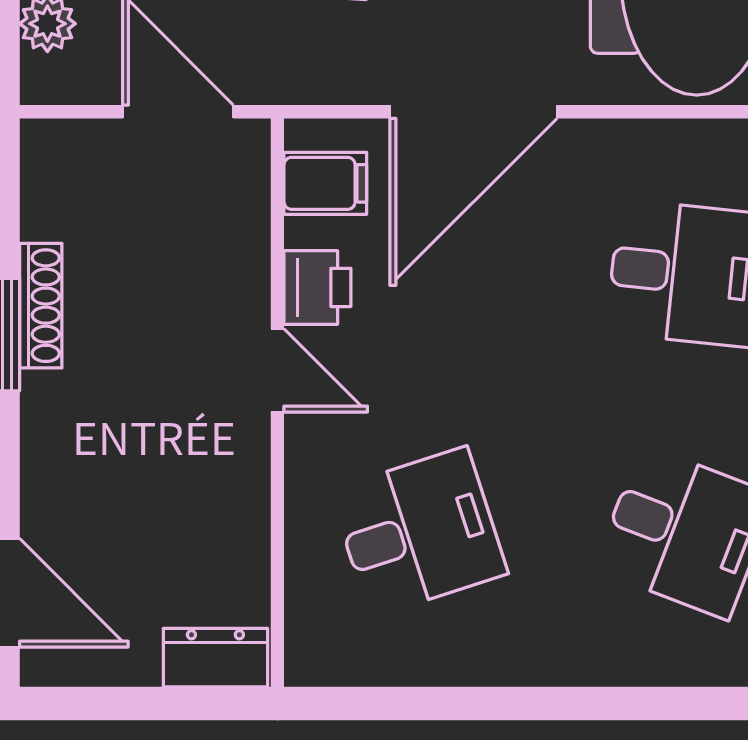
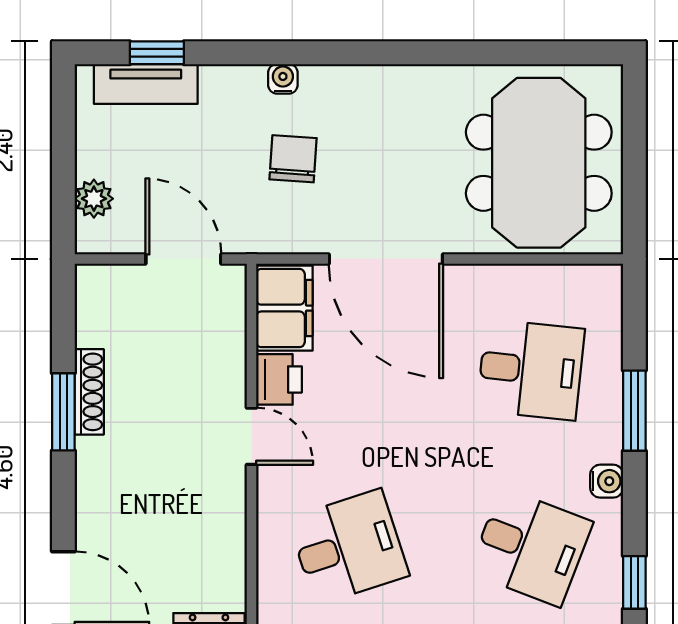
door: (473, 112) -> (386, 259), hinge flipped
filing cabinet: (325, 183) -> (284, 308), width x2.00

